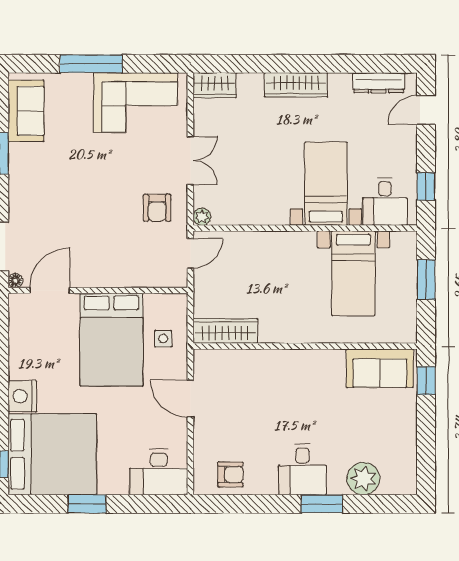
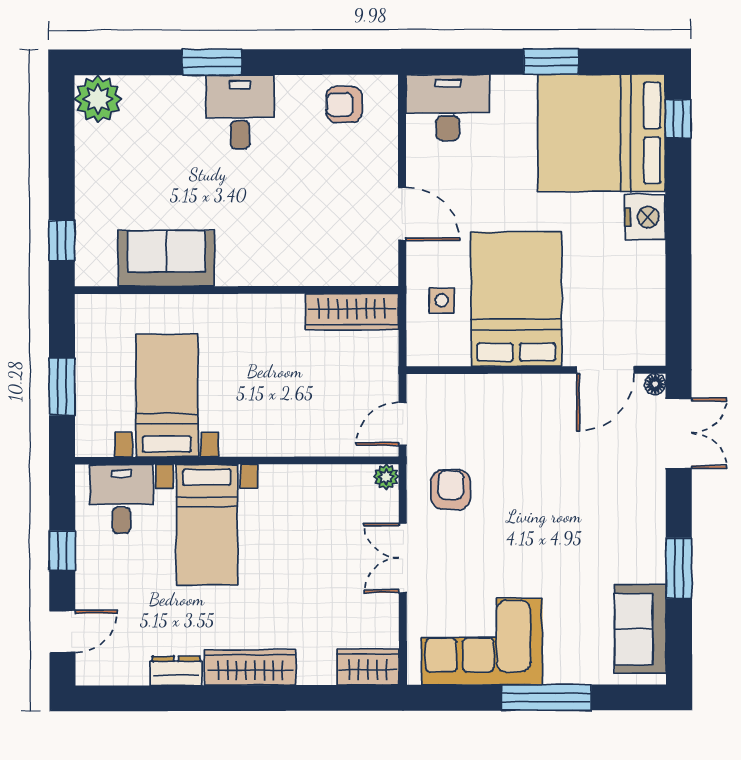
dresser: (379, 83) -> (176, 671), moved, width x0.70
window: (426, 186) -> (62, 551), moved
sofa: (380, 368) -> (167, 258), moved
plant: (363, 479) -> (98, 99), moved

